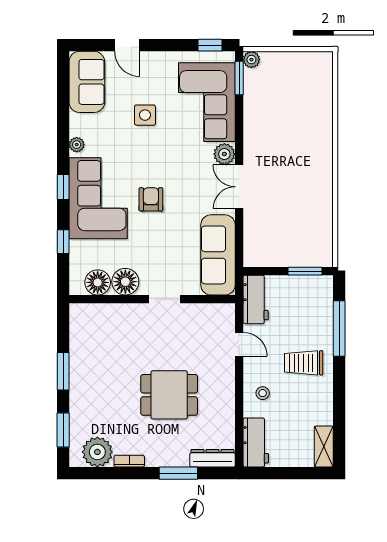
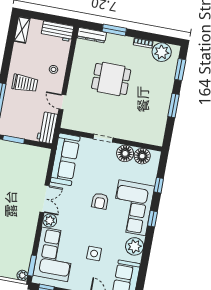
plant: (77, 145) -> (135, 246), width x1.87, depth x1.87
workbench: (256, 442) -> (57, 31), moved, turned -90

